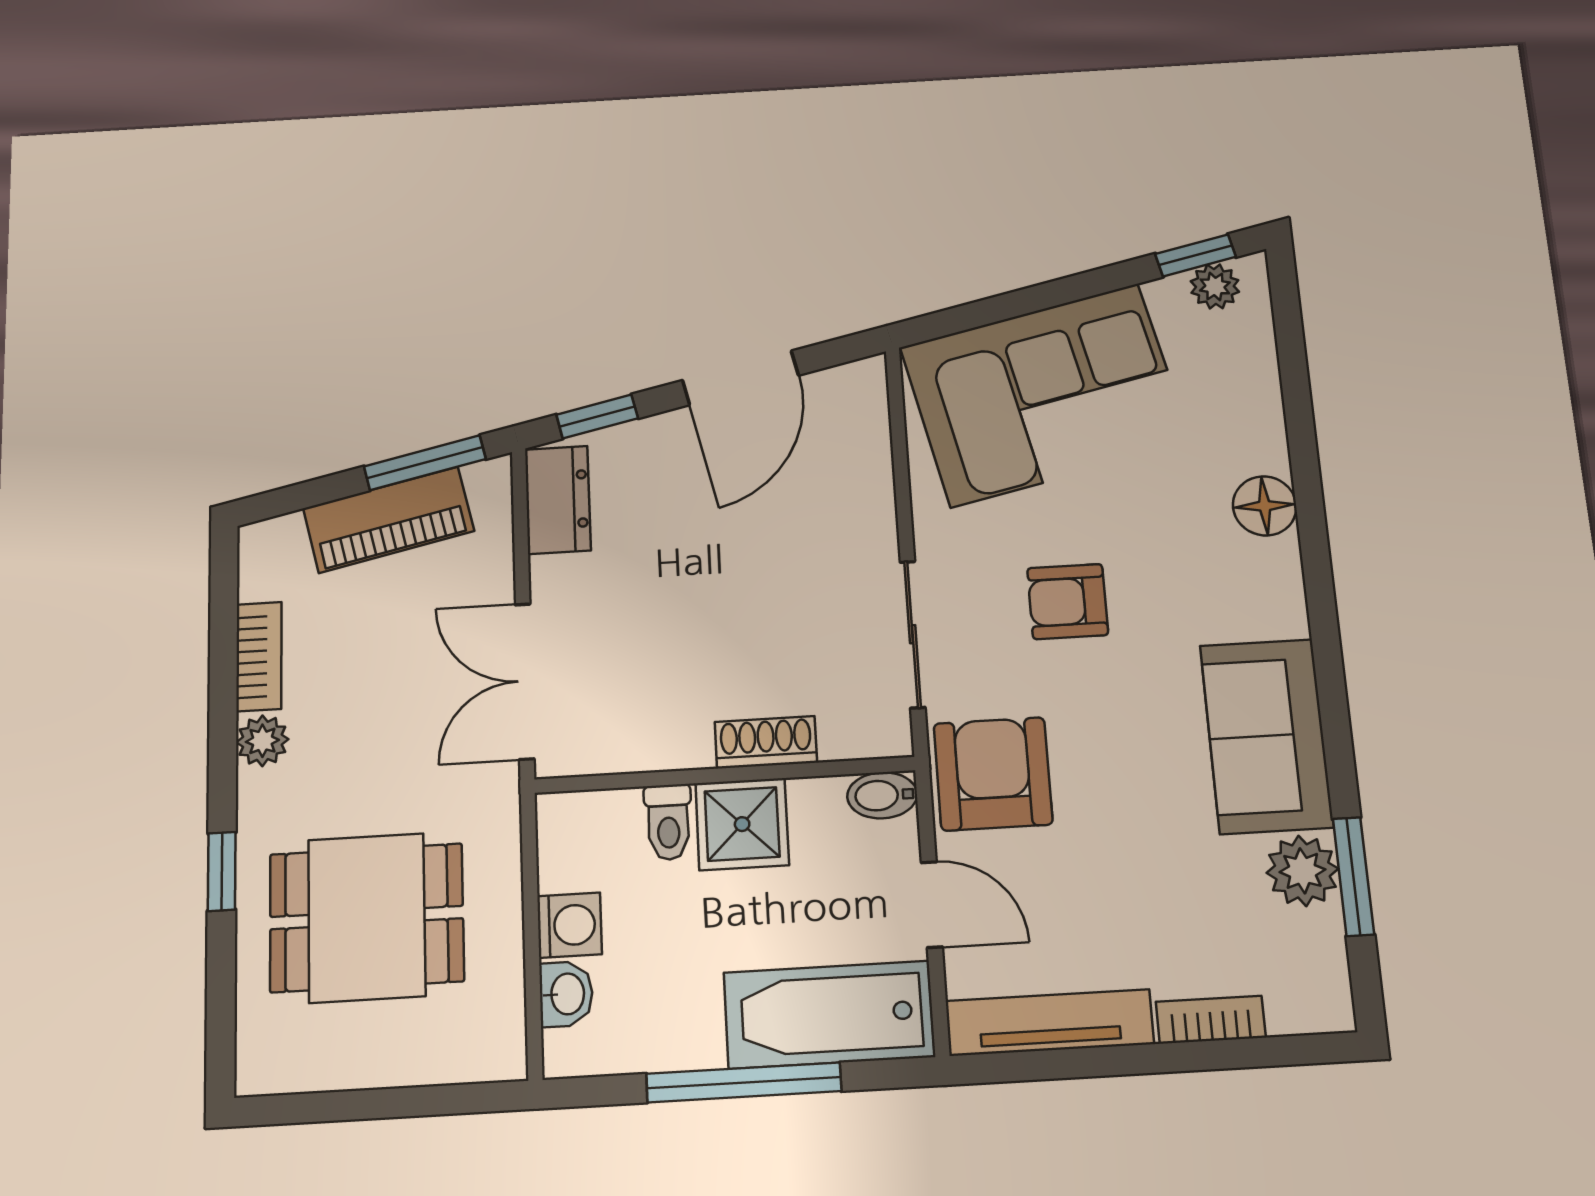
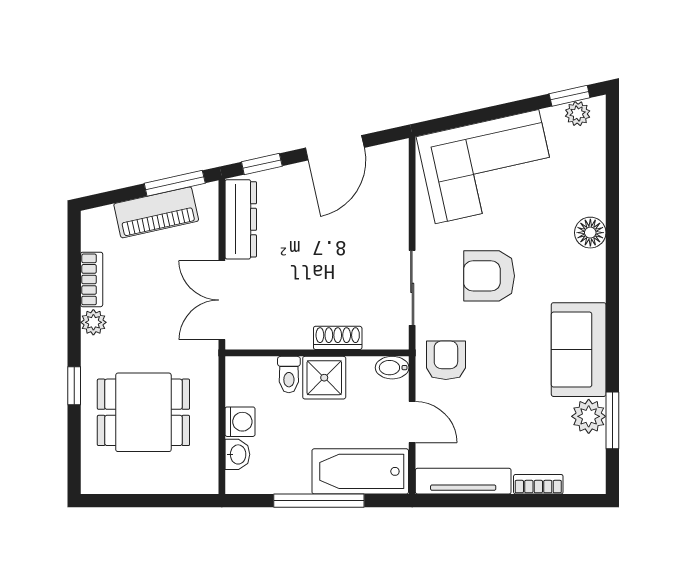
dresser: (558, 500) -> (241, 219), width x1.44
armchair: (1068, 602) -> (489, 276), width x1.38, depth x1.38
armchair: (993, 774) -> (446, 360), width x0.72, depth x0.72

